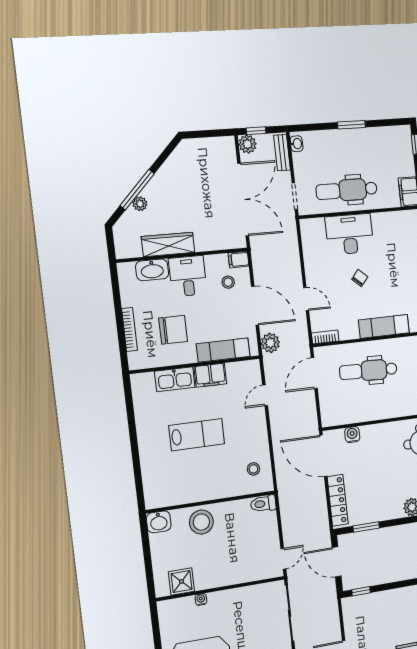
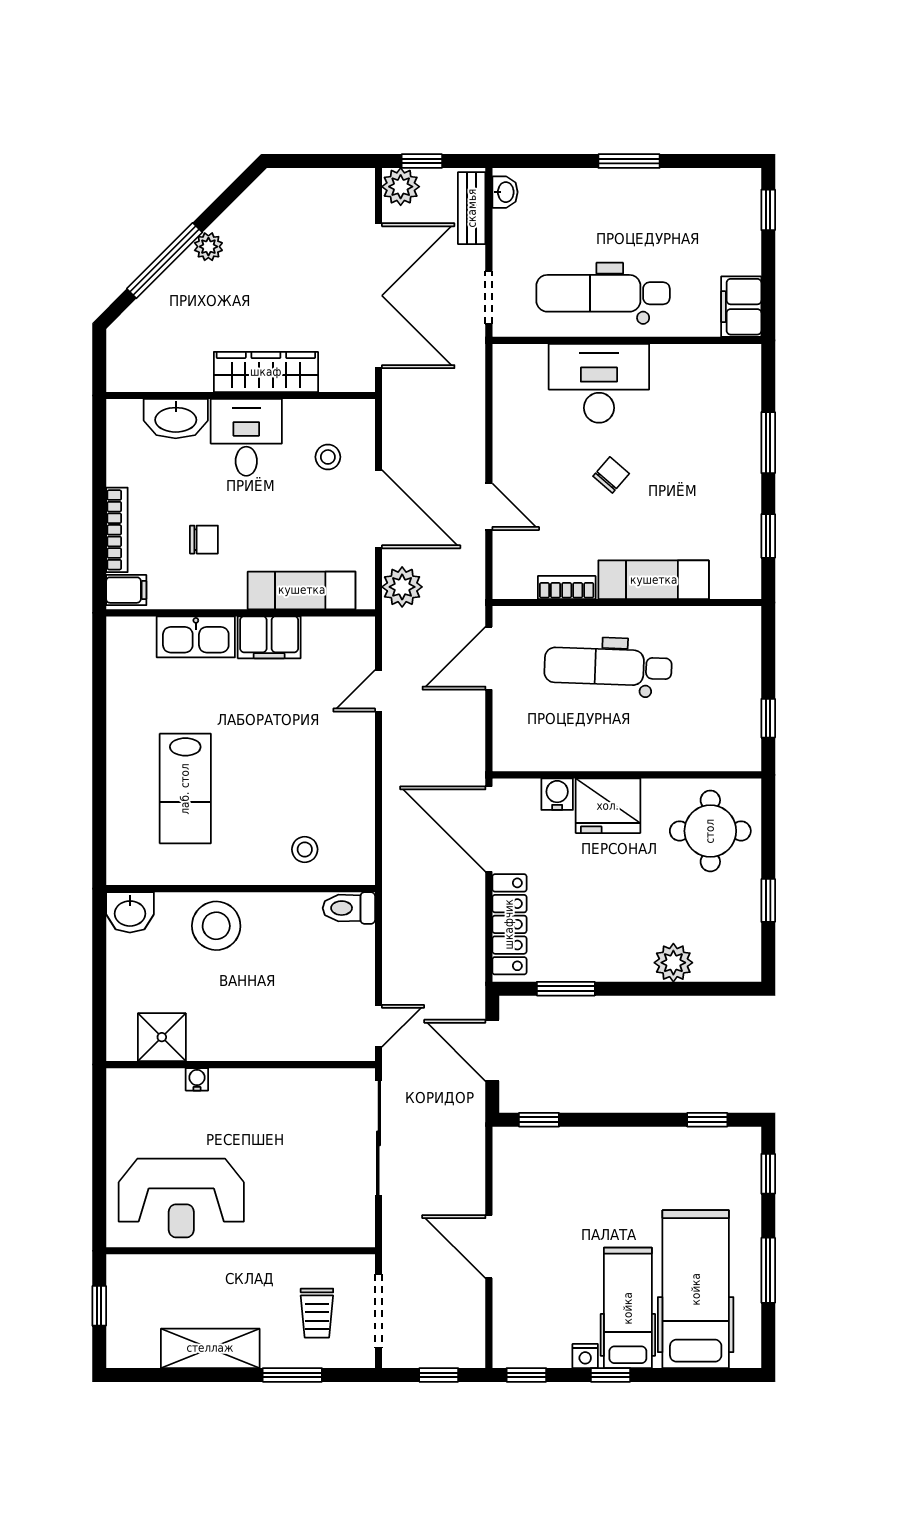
plant: (140, 204) -> (208, 247), moved
wardrobe: (168, 244) -> (266, 372), moved
filing cabinet: (239, 260) -> (126, 590), moved, turned 180
chair: (173, 330) -> (204, 540), width x0.54, depth x0.54
bookcase: (325, 337) -> (567, 587), moved
lab bench: (197, 435) -> (185, 789), moved, turned 90
fridge: (375, 437) -> (608, 806), added
stool: (253, 469) -> (305, 849), moved

